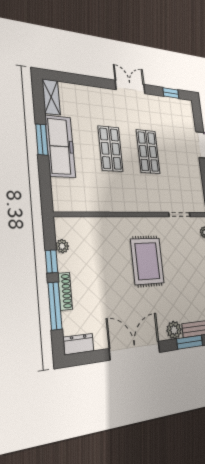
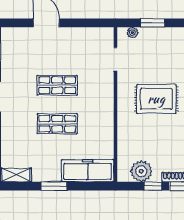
freezer: (60, 146) -> (88, 171), moved
plant: (62, 246) -> (141, 171), width x1.88, depth x1.88

